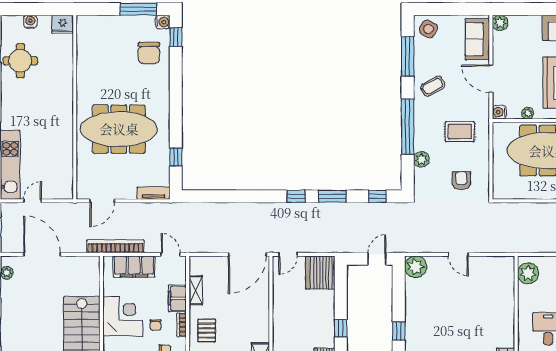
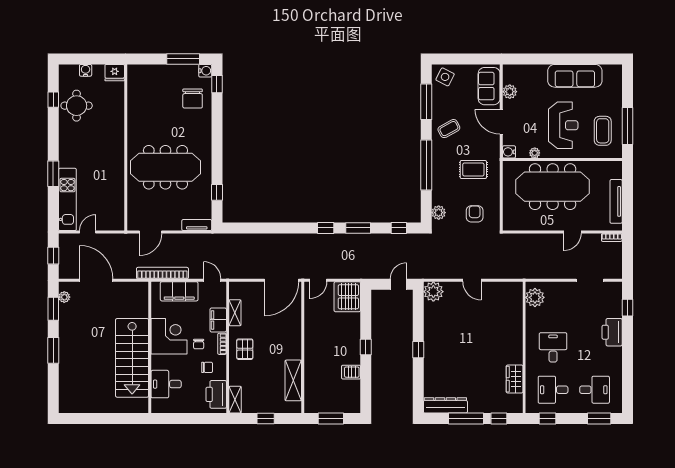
plant: (500, 23) -> (510, 92), moved
plant: (421, 159) -> (439, 213), moved

